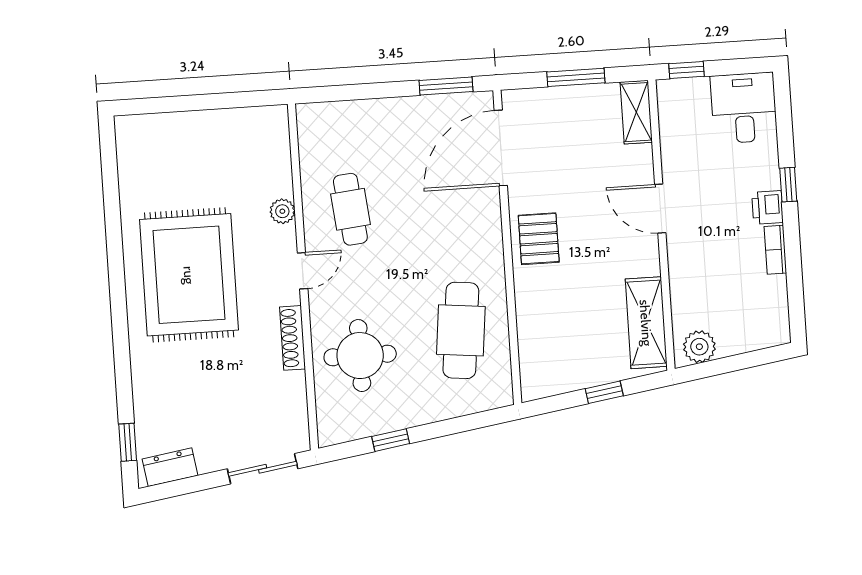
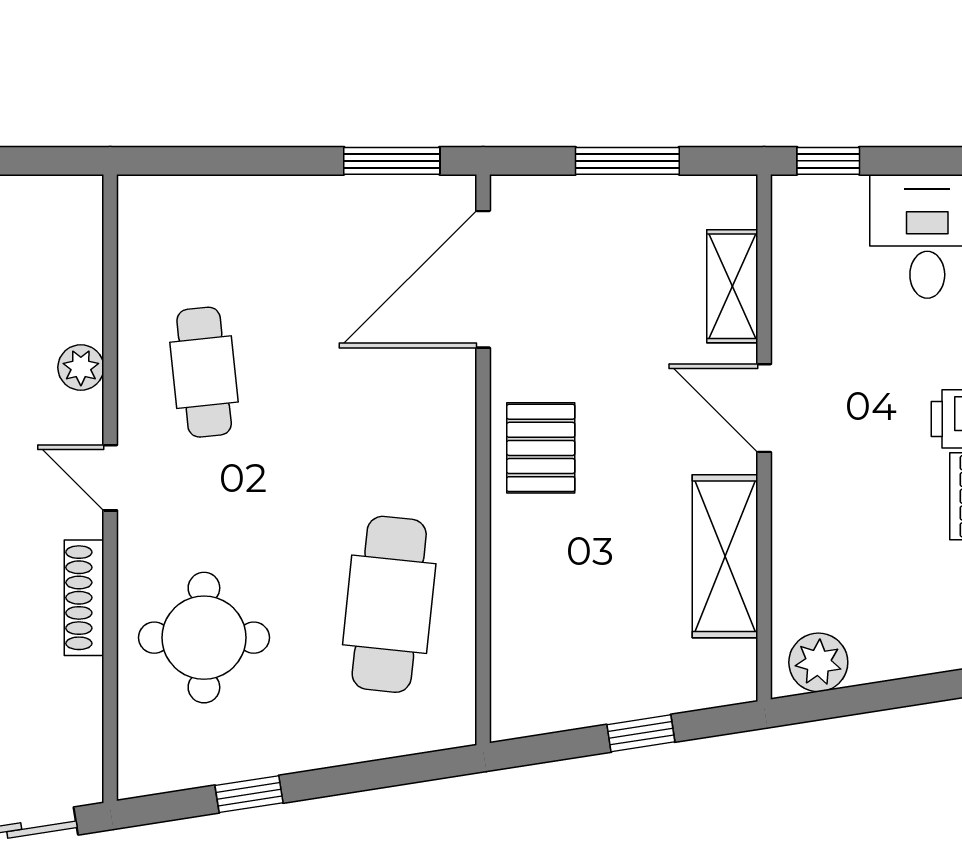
shelving: (636, 112) -> (732, 286), moved
door: (303, 271) -> (110, 478), swing flipped
shelving: (646, 323) -> (725, 556), moved

